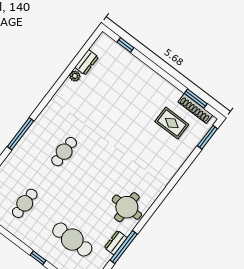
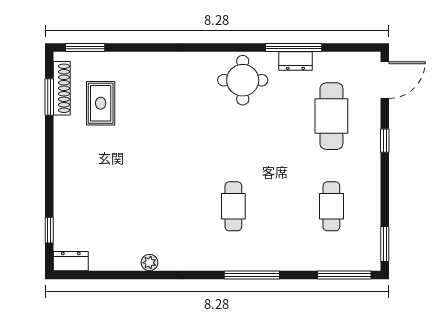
dresser: (87, 62) -> (71, 261), moved
plant: (75, 76) -> (149, 263), moved
cafe table: (64, 152) -> (233, 206), turned 90
cafe table: (25, 203) -> (331, 206), turned 90

